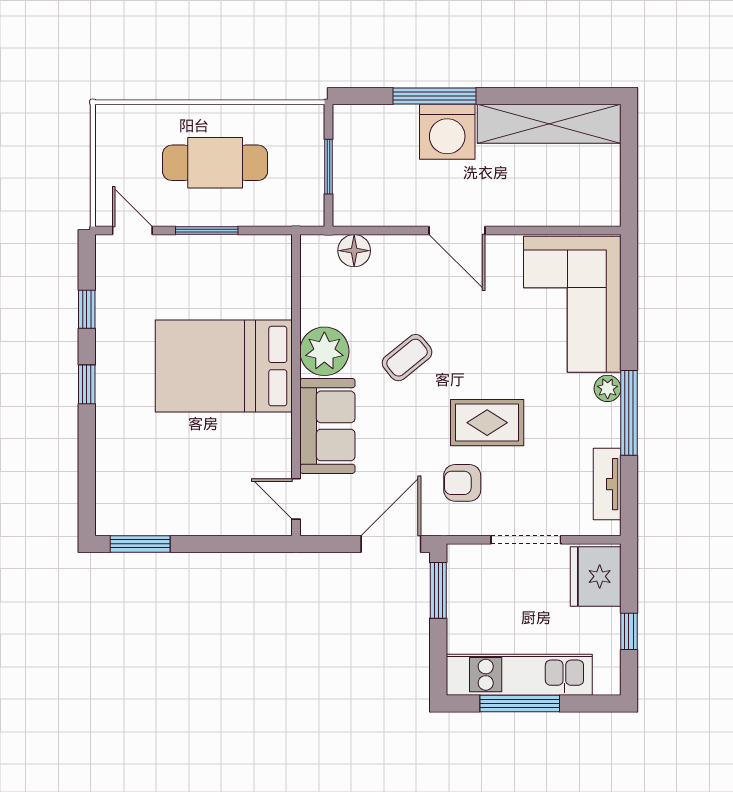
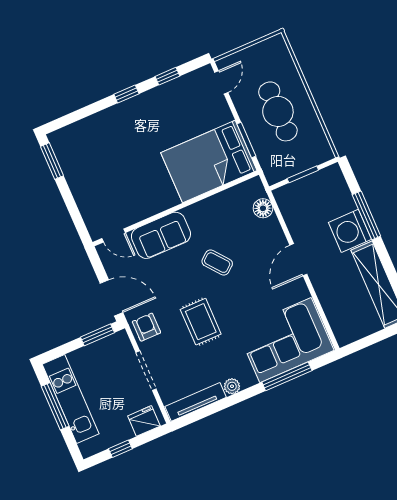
window: (207, 230) -> (246, 140), moved
plant: (324, 351) -> (201, 216), removed
bed: (224, 366) -> (209, 162), moved, turned -90
plant: (608, 388) -> (232, 386), moved
window: (629, 413) -> (287, 376), moved
armchair: (462, 483) -> (146, 327), moved
tv unit: (607, 484) -> (196, 402), width x1.41
door: (296, 499) -> (114, 235), swing flipped
fridge: (596, 576) -> (144, 421), width x0.73, depth x0.75

